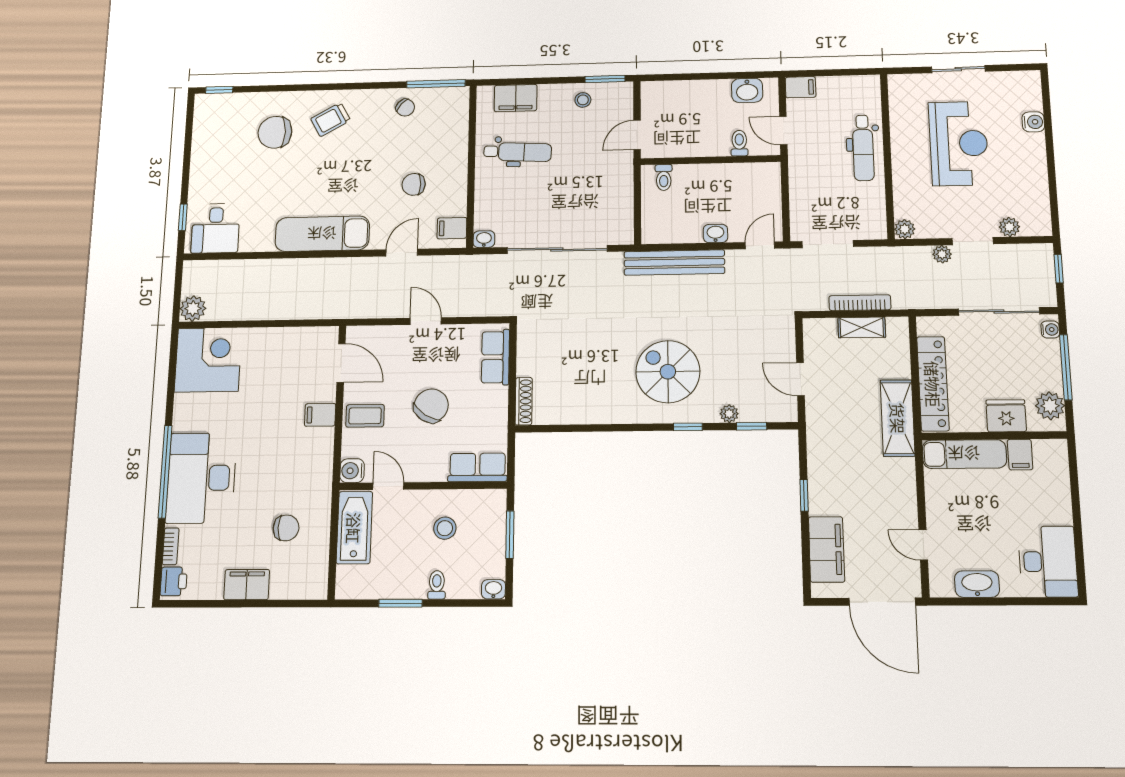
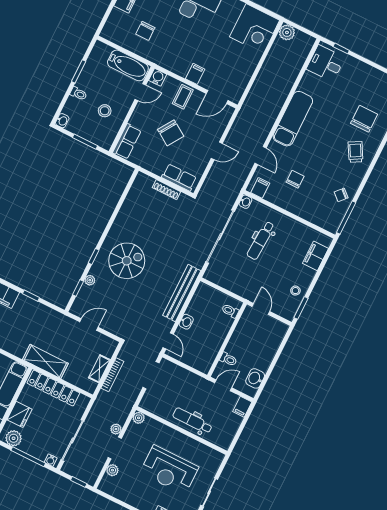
dental chair: (518, 152) -> (261, 240), moved
shoe rack: (524, 401) -> (166, 190), moved

